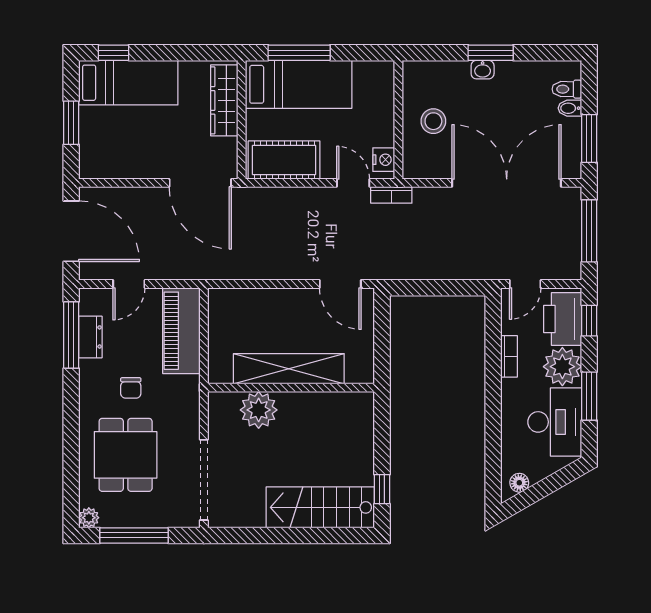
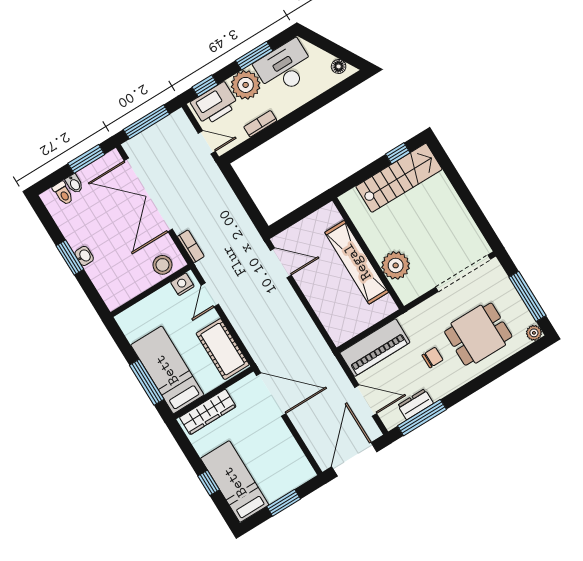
window: (113, 53) -> (209, 483), moved
stool: (433, 121) -> (162, 265), moved
door: (200, 183) -> (271, 394), hinge flipped
bookcase: (391, 195) -> (191, 246), moved
door: (129, 284) -> (366, 400), width x1.38
door: (340, 284) -> (281, 263), hinge flipped
stairs: (320, 507) -> (399, 178), moved, turned -90

